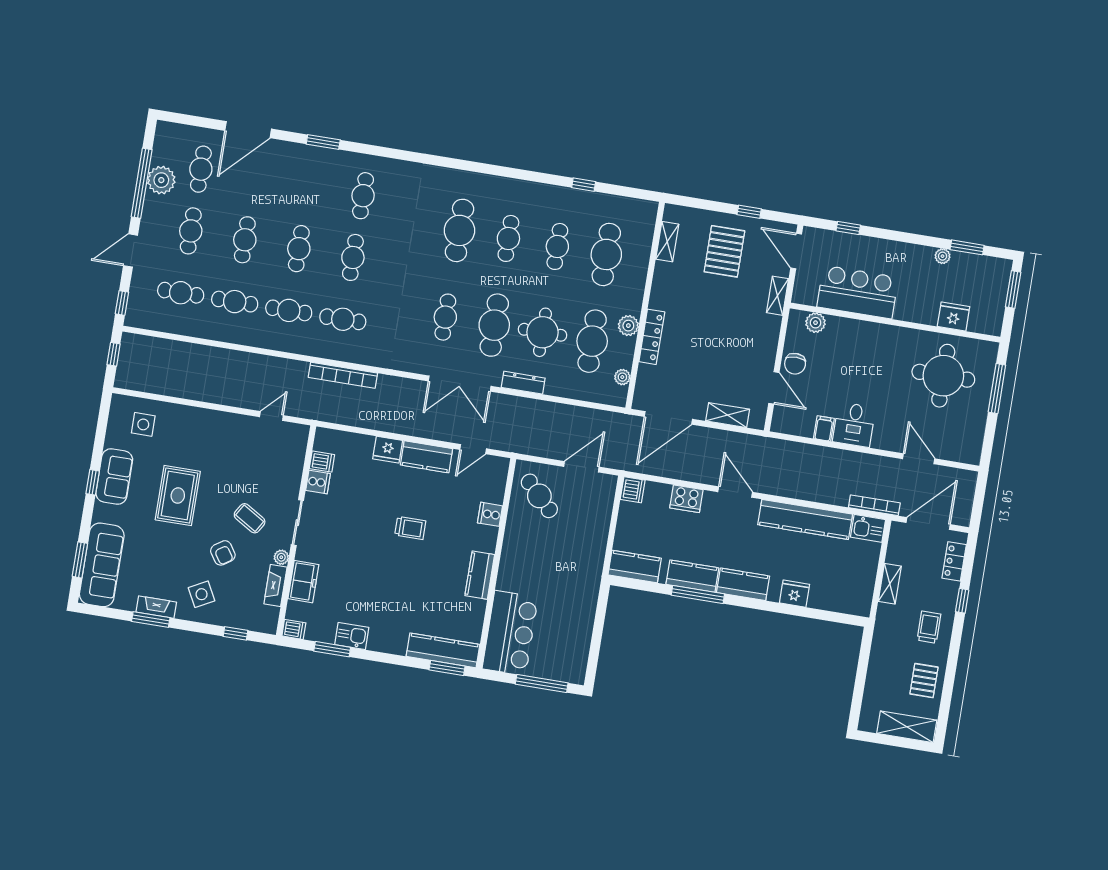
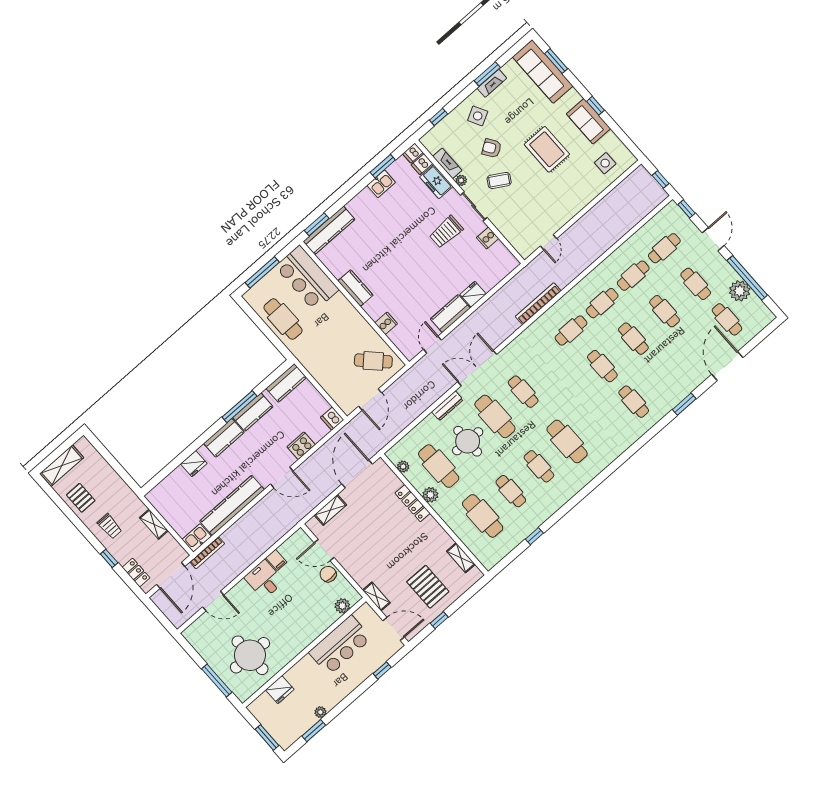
dishwasher: (322, 462) -> (422, 164), moved
trolley: (410, 528) -> (446, 232), moved, width x1.36, depth x1.39
cafe table: (572, 623) -> (283, 319), added

